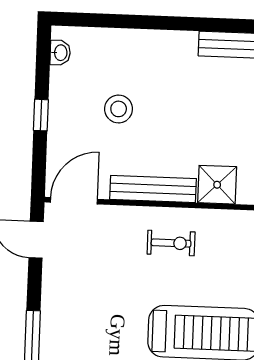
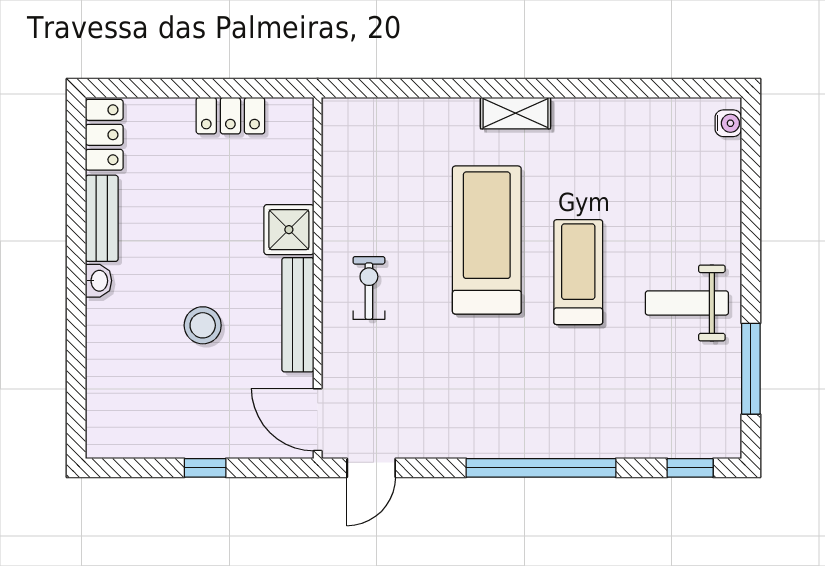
washbasin: (60, 53) -> (99, 281), moved, turned 90
stool: (119, 109) -> (203, 325), moved

